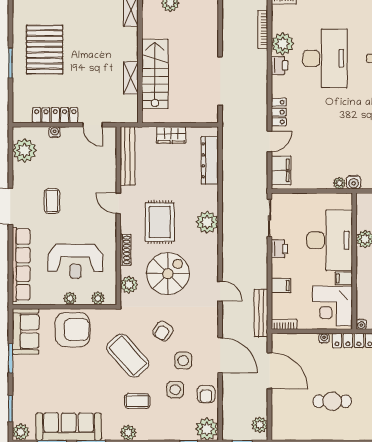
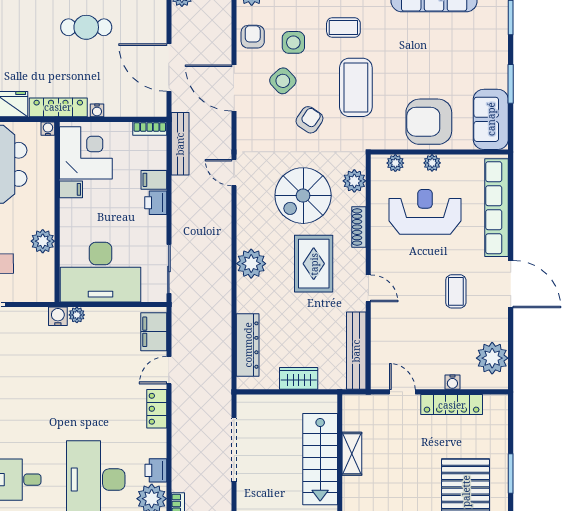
desk: (330, 240) -> (101, 272), moved, turned -90
printer: (279, 249) -> (156, 203), moved
coffee table: (128, 356) -> (356, 87), turned 42
side table: (183, 361) -> (283, 81), turned 45

